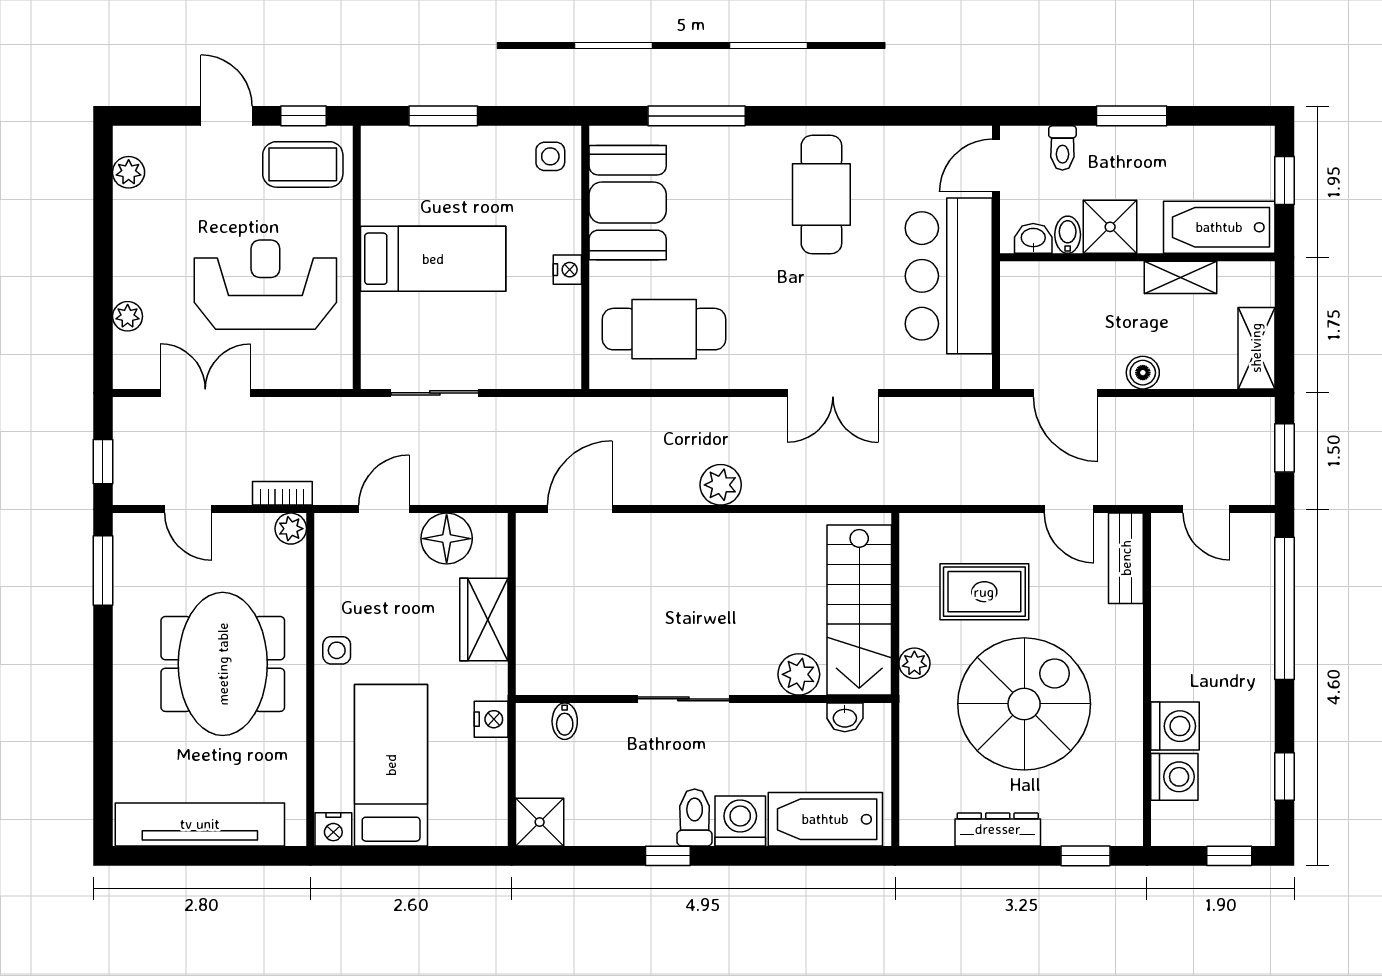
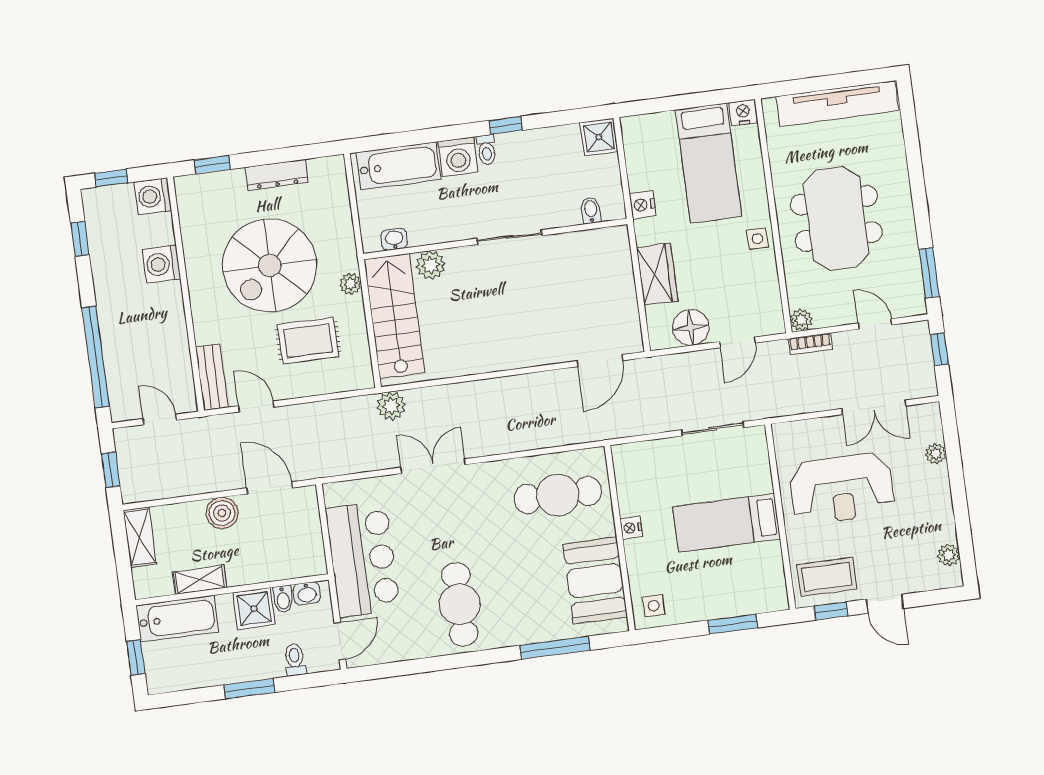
boiler: (1143, 373) -> (222, 513), width x1.36, depth x1.36
plant: (721, 485) -> (391, 406), moved
washing machine: (1174, 777) -> (153, 196), moved
toilet: (695, 817) -> (486, 150), width x0.73, depth x0.72

